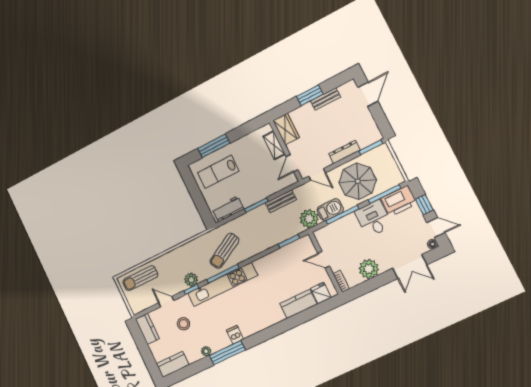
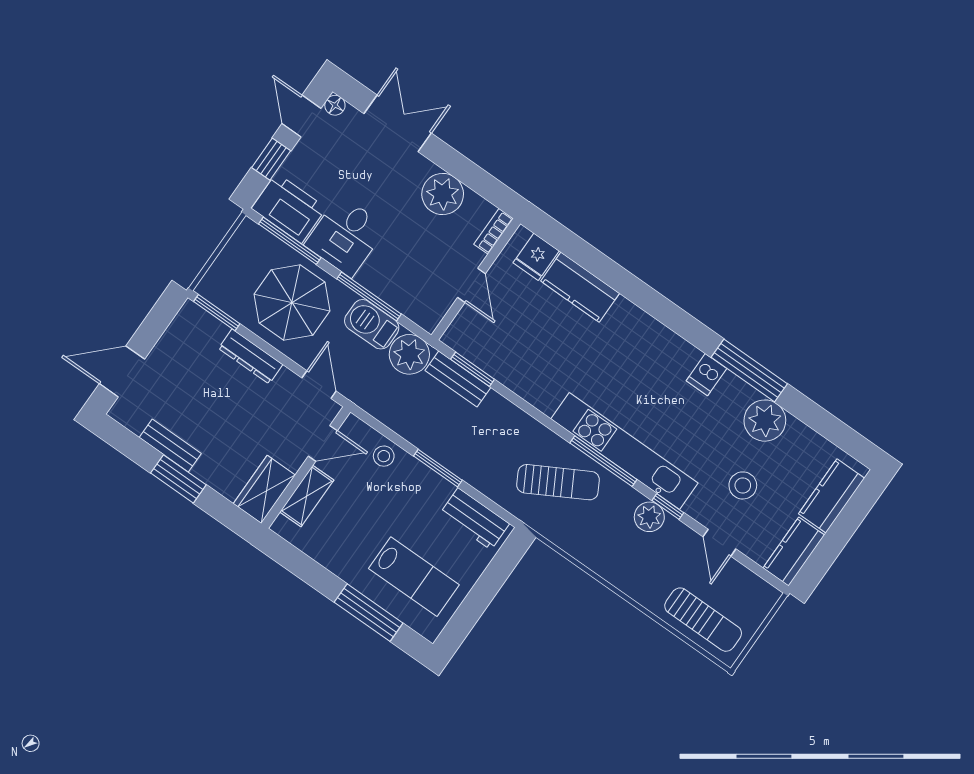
stool: (273, 186) -> (384, 456), added
bench: (281, 201) -> (458, 379), moved
plant: (206, 351) -> (765, 421), width x1.88, depth x1.88
kitchen counter: (173, 364) -> (832, 496), moved, turned 90

